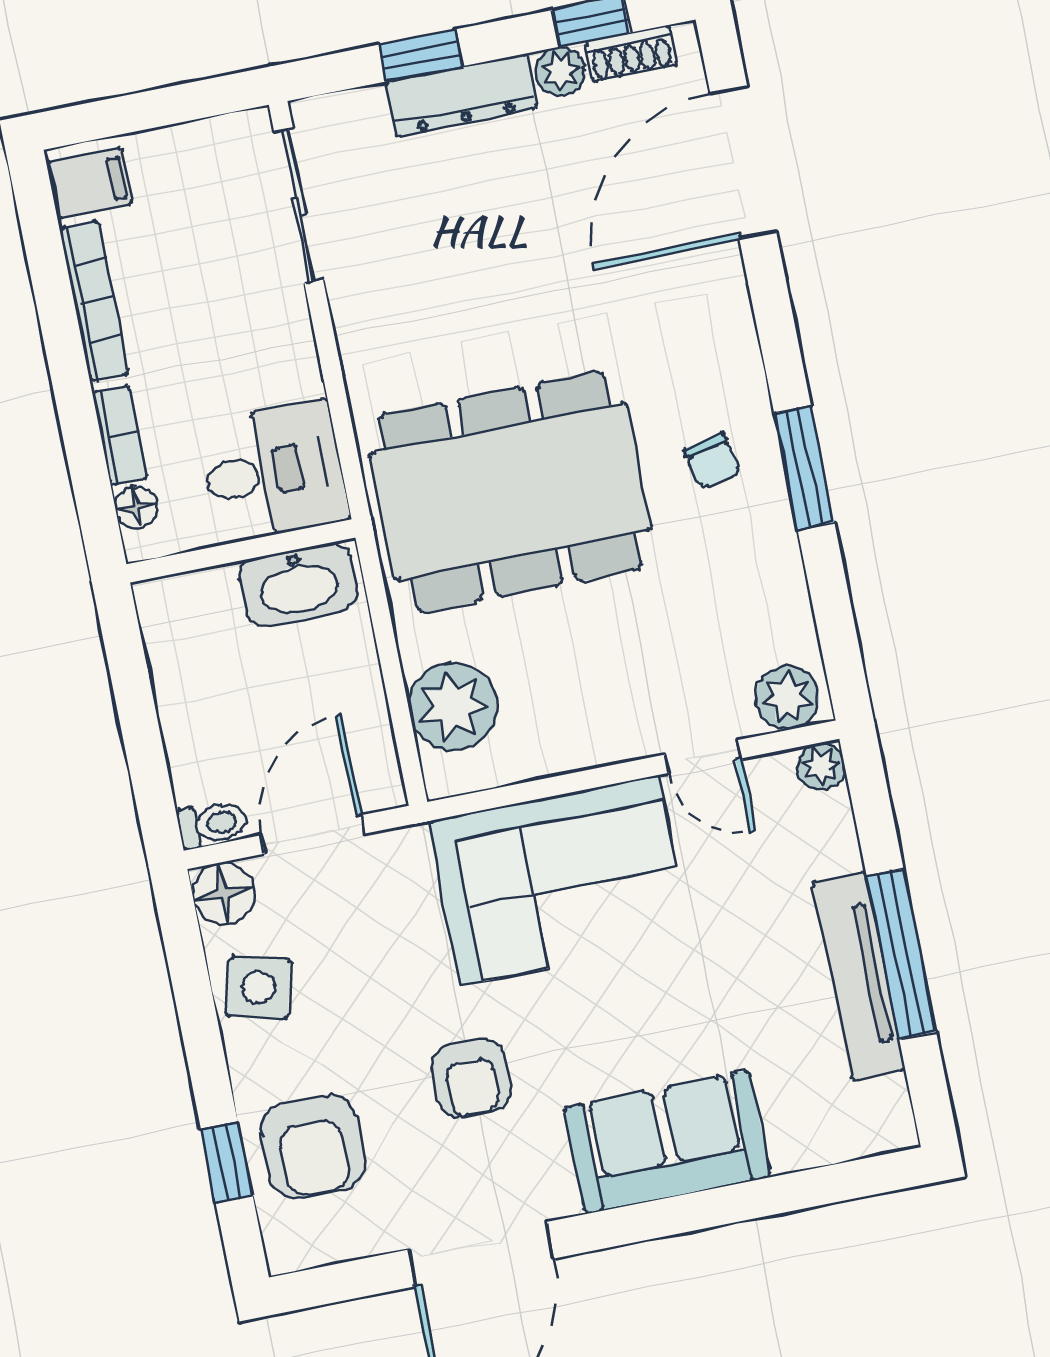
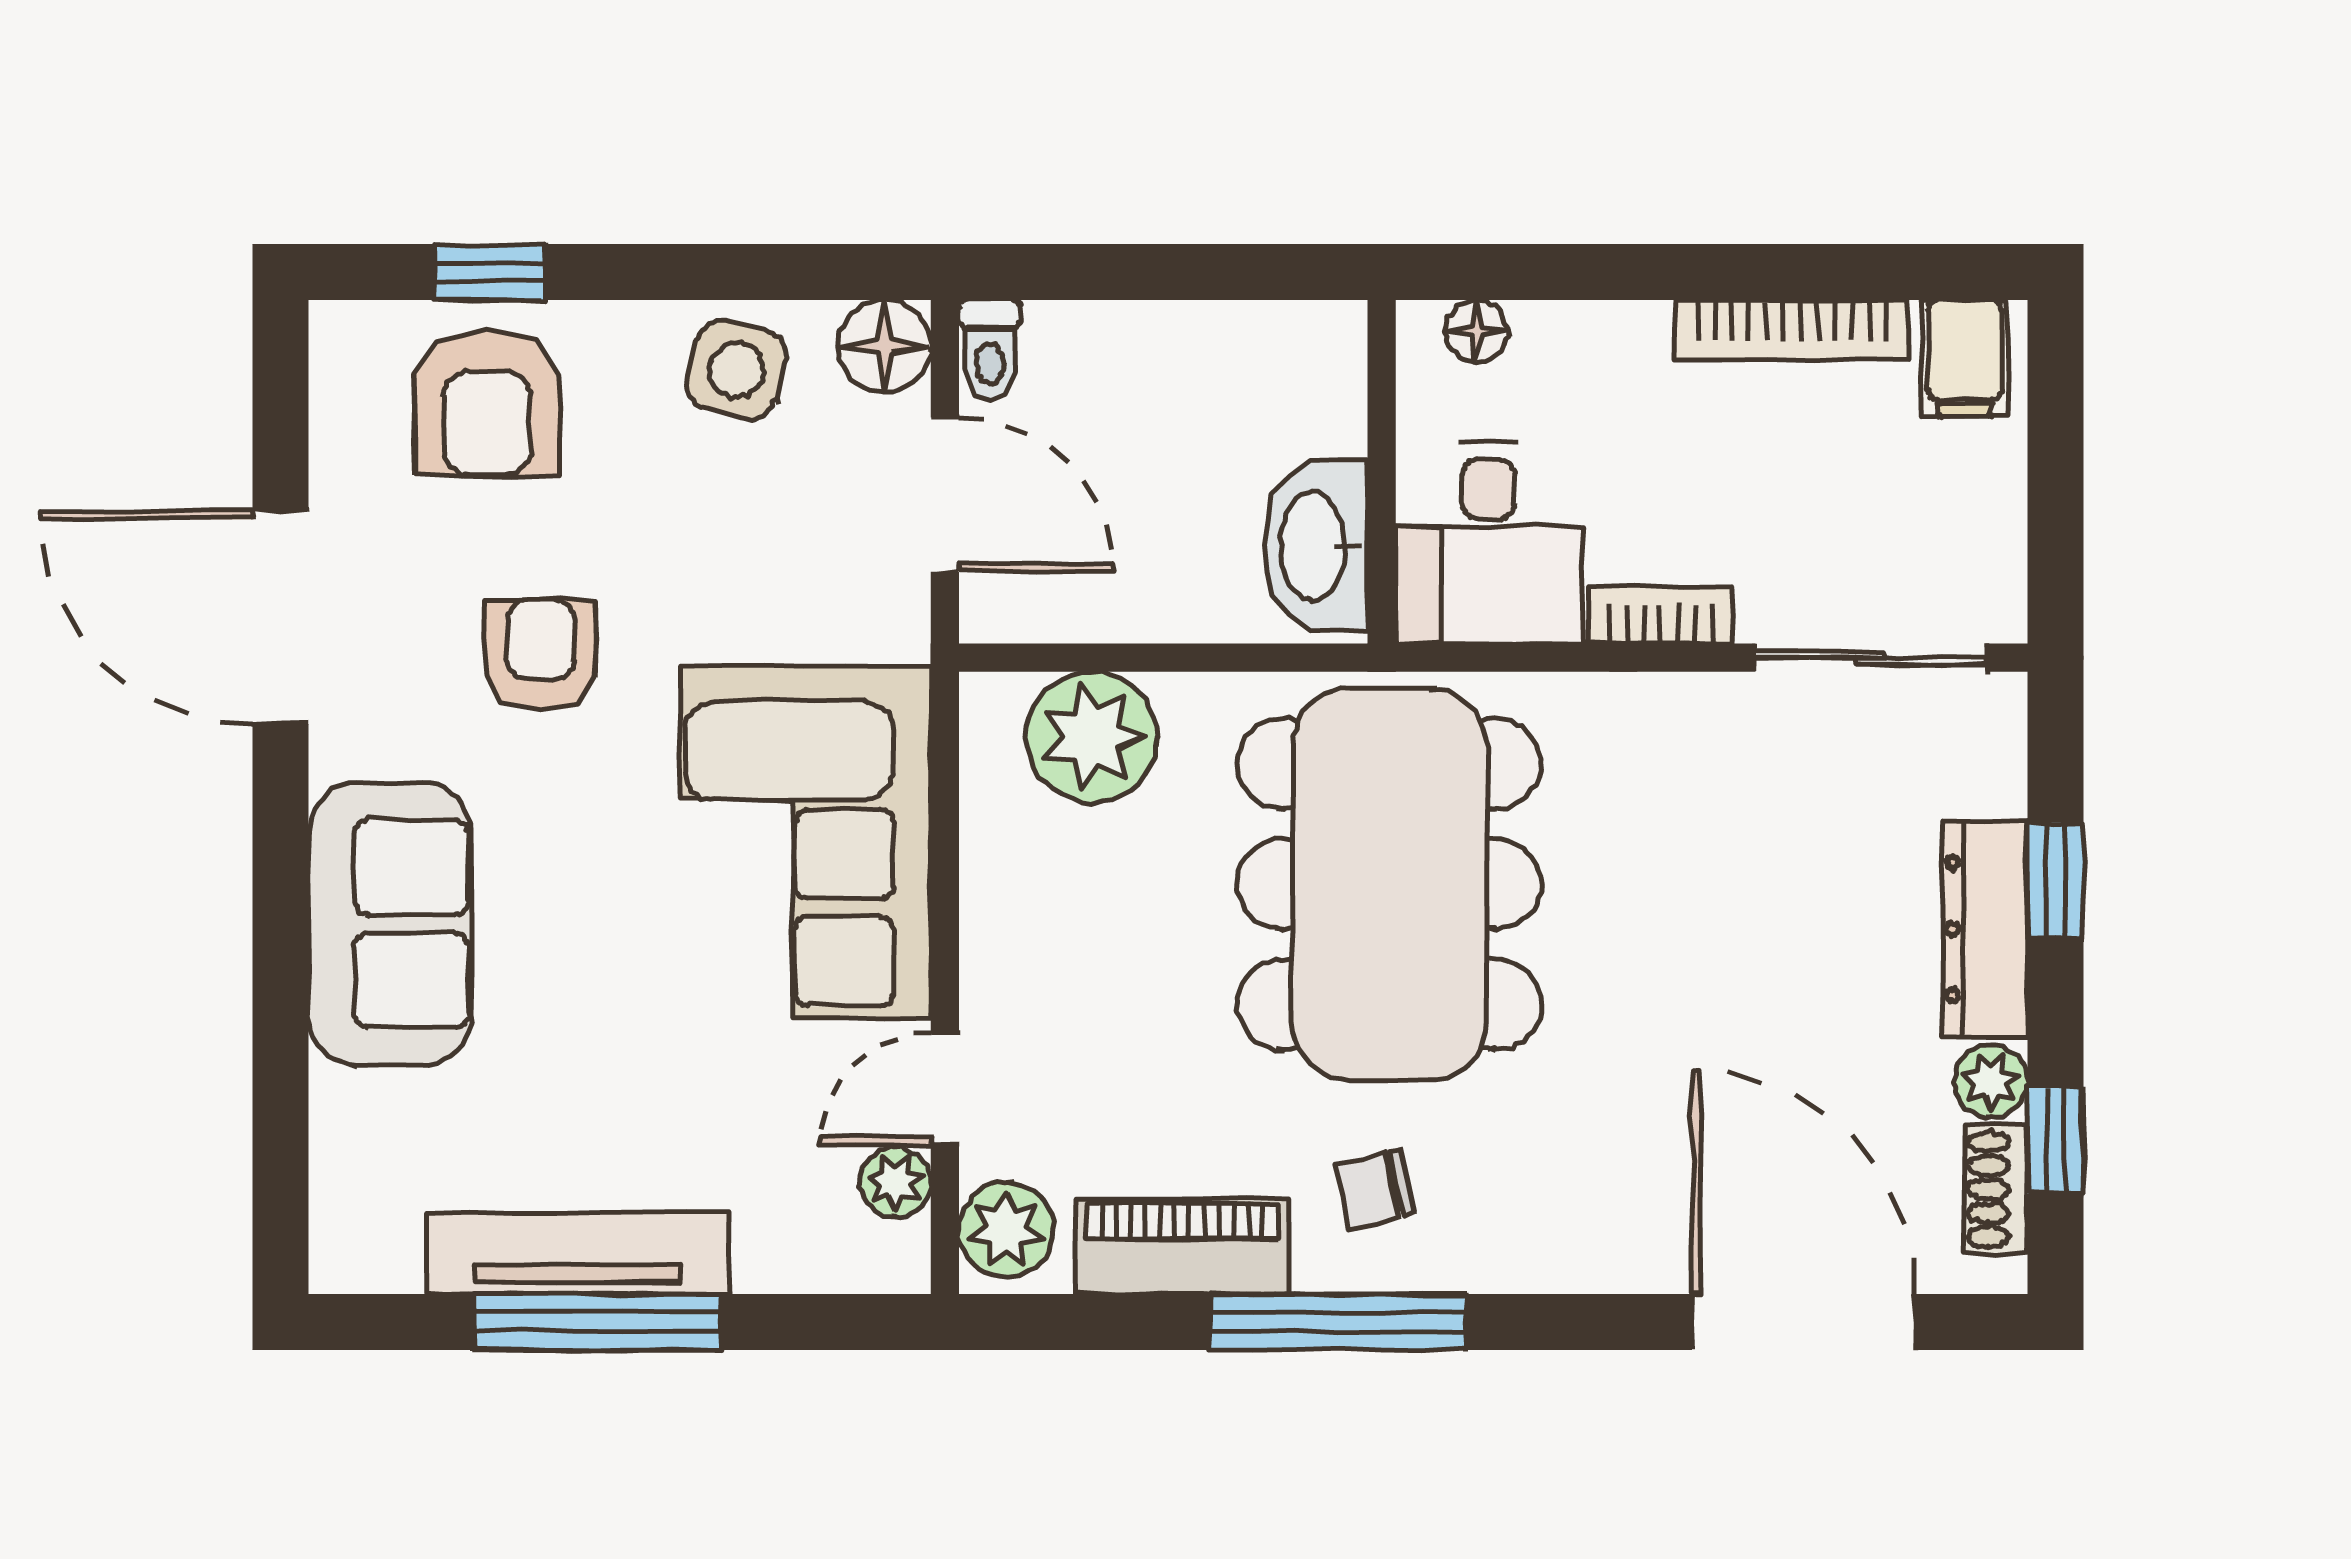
bookcase: (120, 435) -> (1661, 615), moved, turned 180
window: (804, 468) -> (1339, 1322), width x1.44
piano: (775, 580) -> (1182, 1247), added
plant: (821, 767) -> (896, 1182), moved
armchair: (471, 1078) -> (541, 655), turned 90
armchair: (313, 1147) -> (487, 403), turned -90

